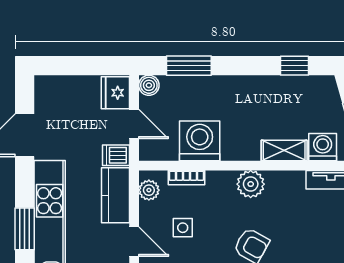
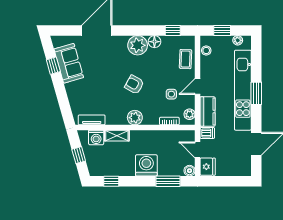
washing machine: (200, 141) -> (146, 165), moved, turned 180
door: (134, 242) -> (197, 87), hinge flipped

